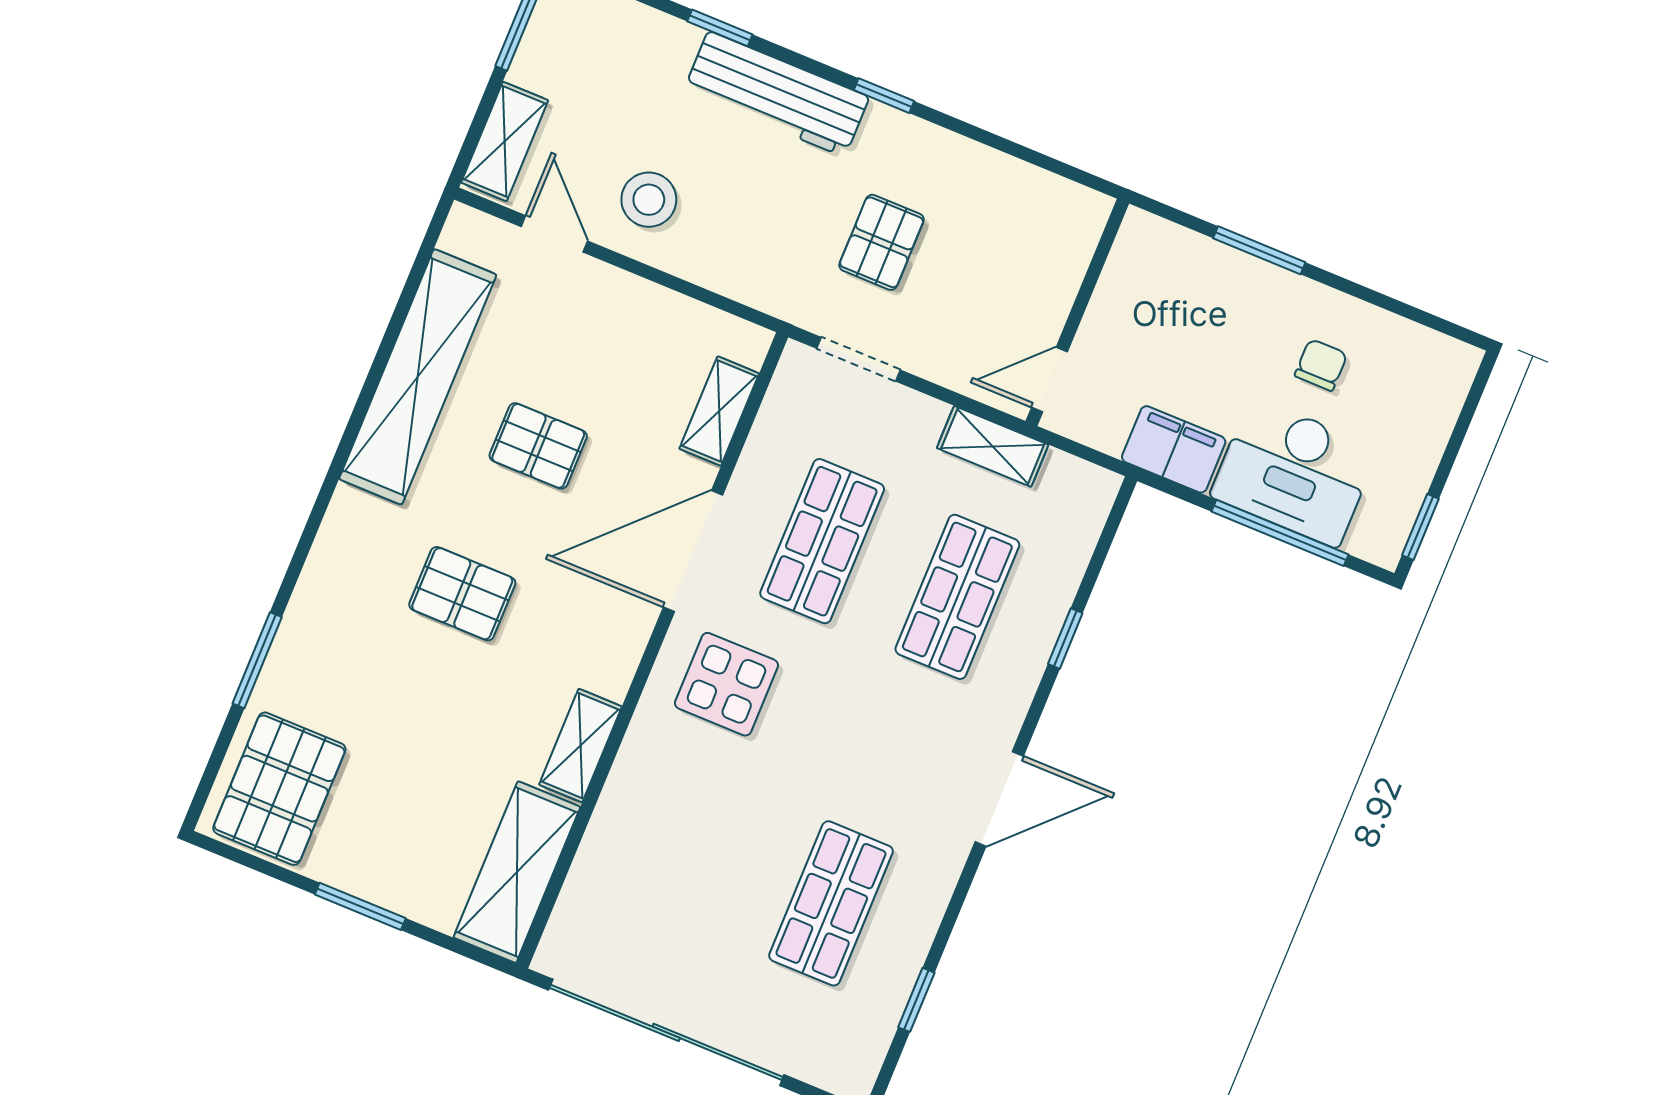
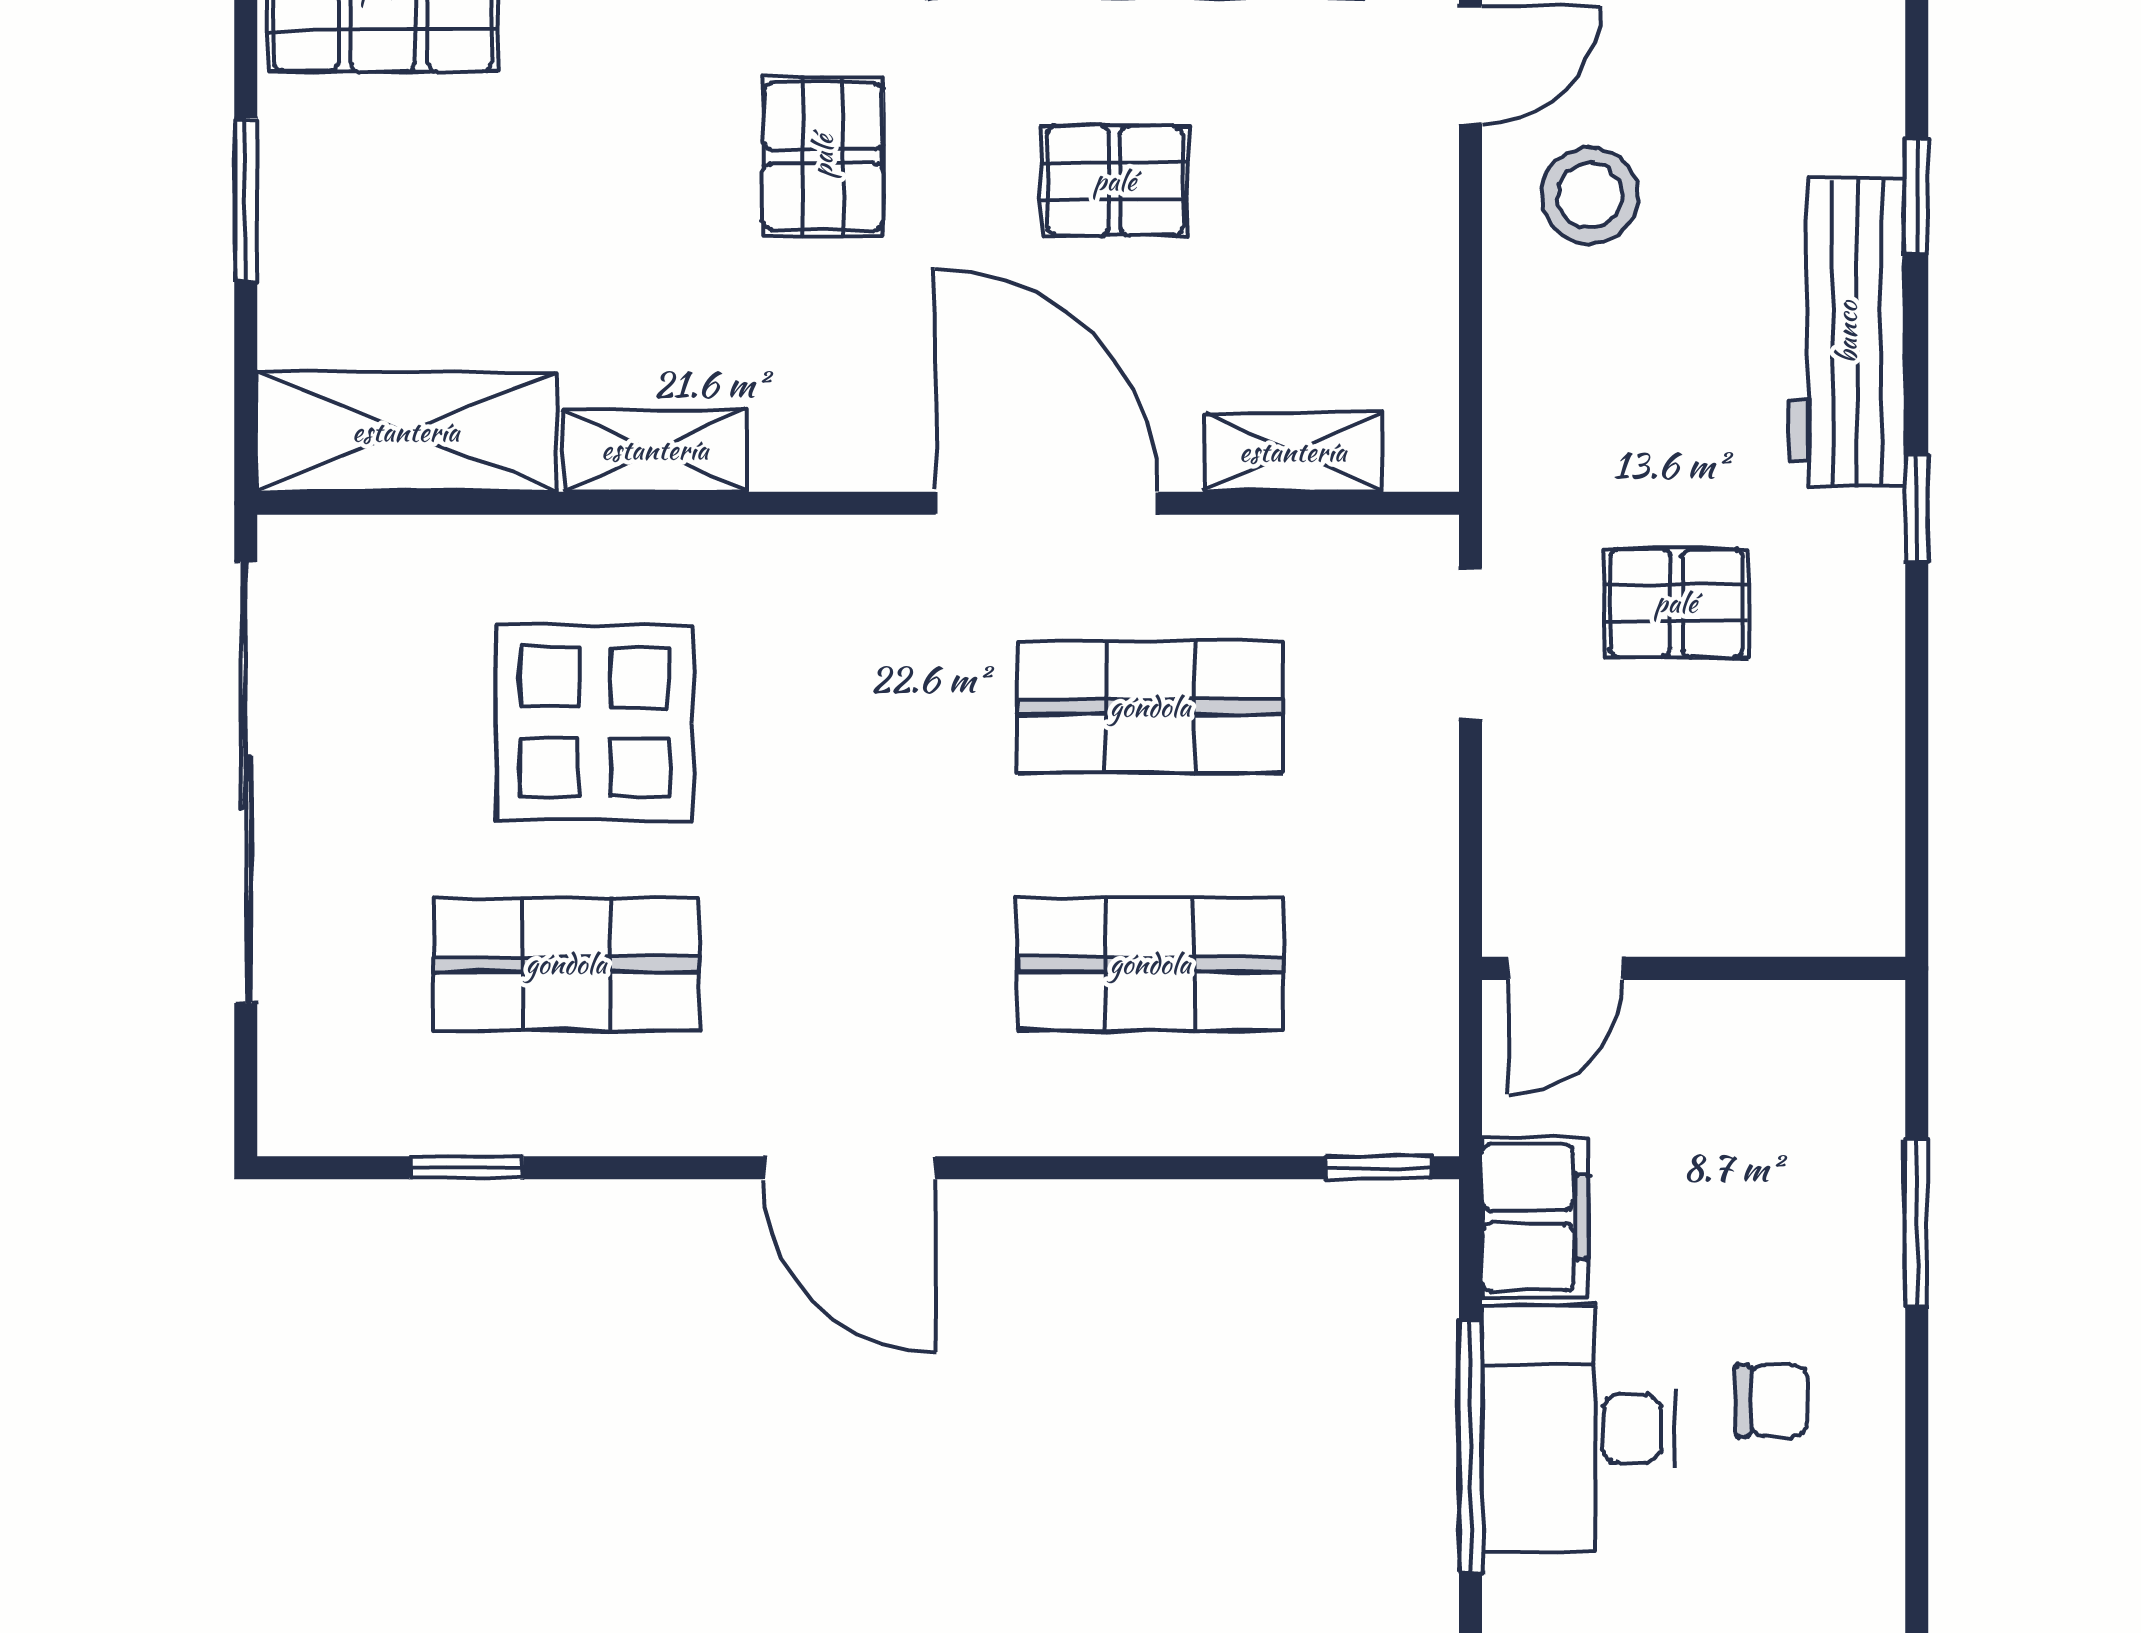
door: (1049, 380) -> (1565, 968), swing flipped
pallet: (538, 446) -> (1115, 181), turned 90
shelving: (993, 446) -> (1419, 921), removed
window: (1065, 639) -> (1379, 1168), moved
display table: (726, 684) -> (595, 723), moved, width x1.36, depth x1.36

